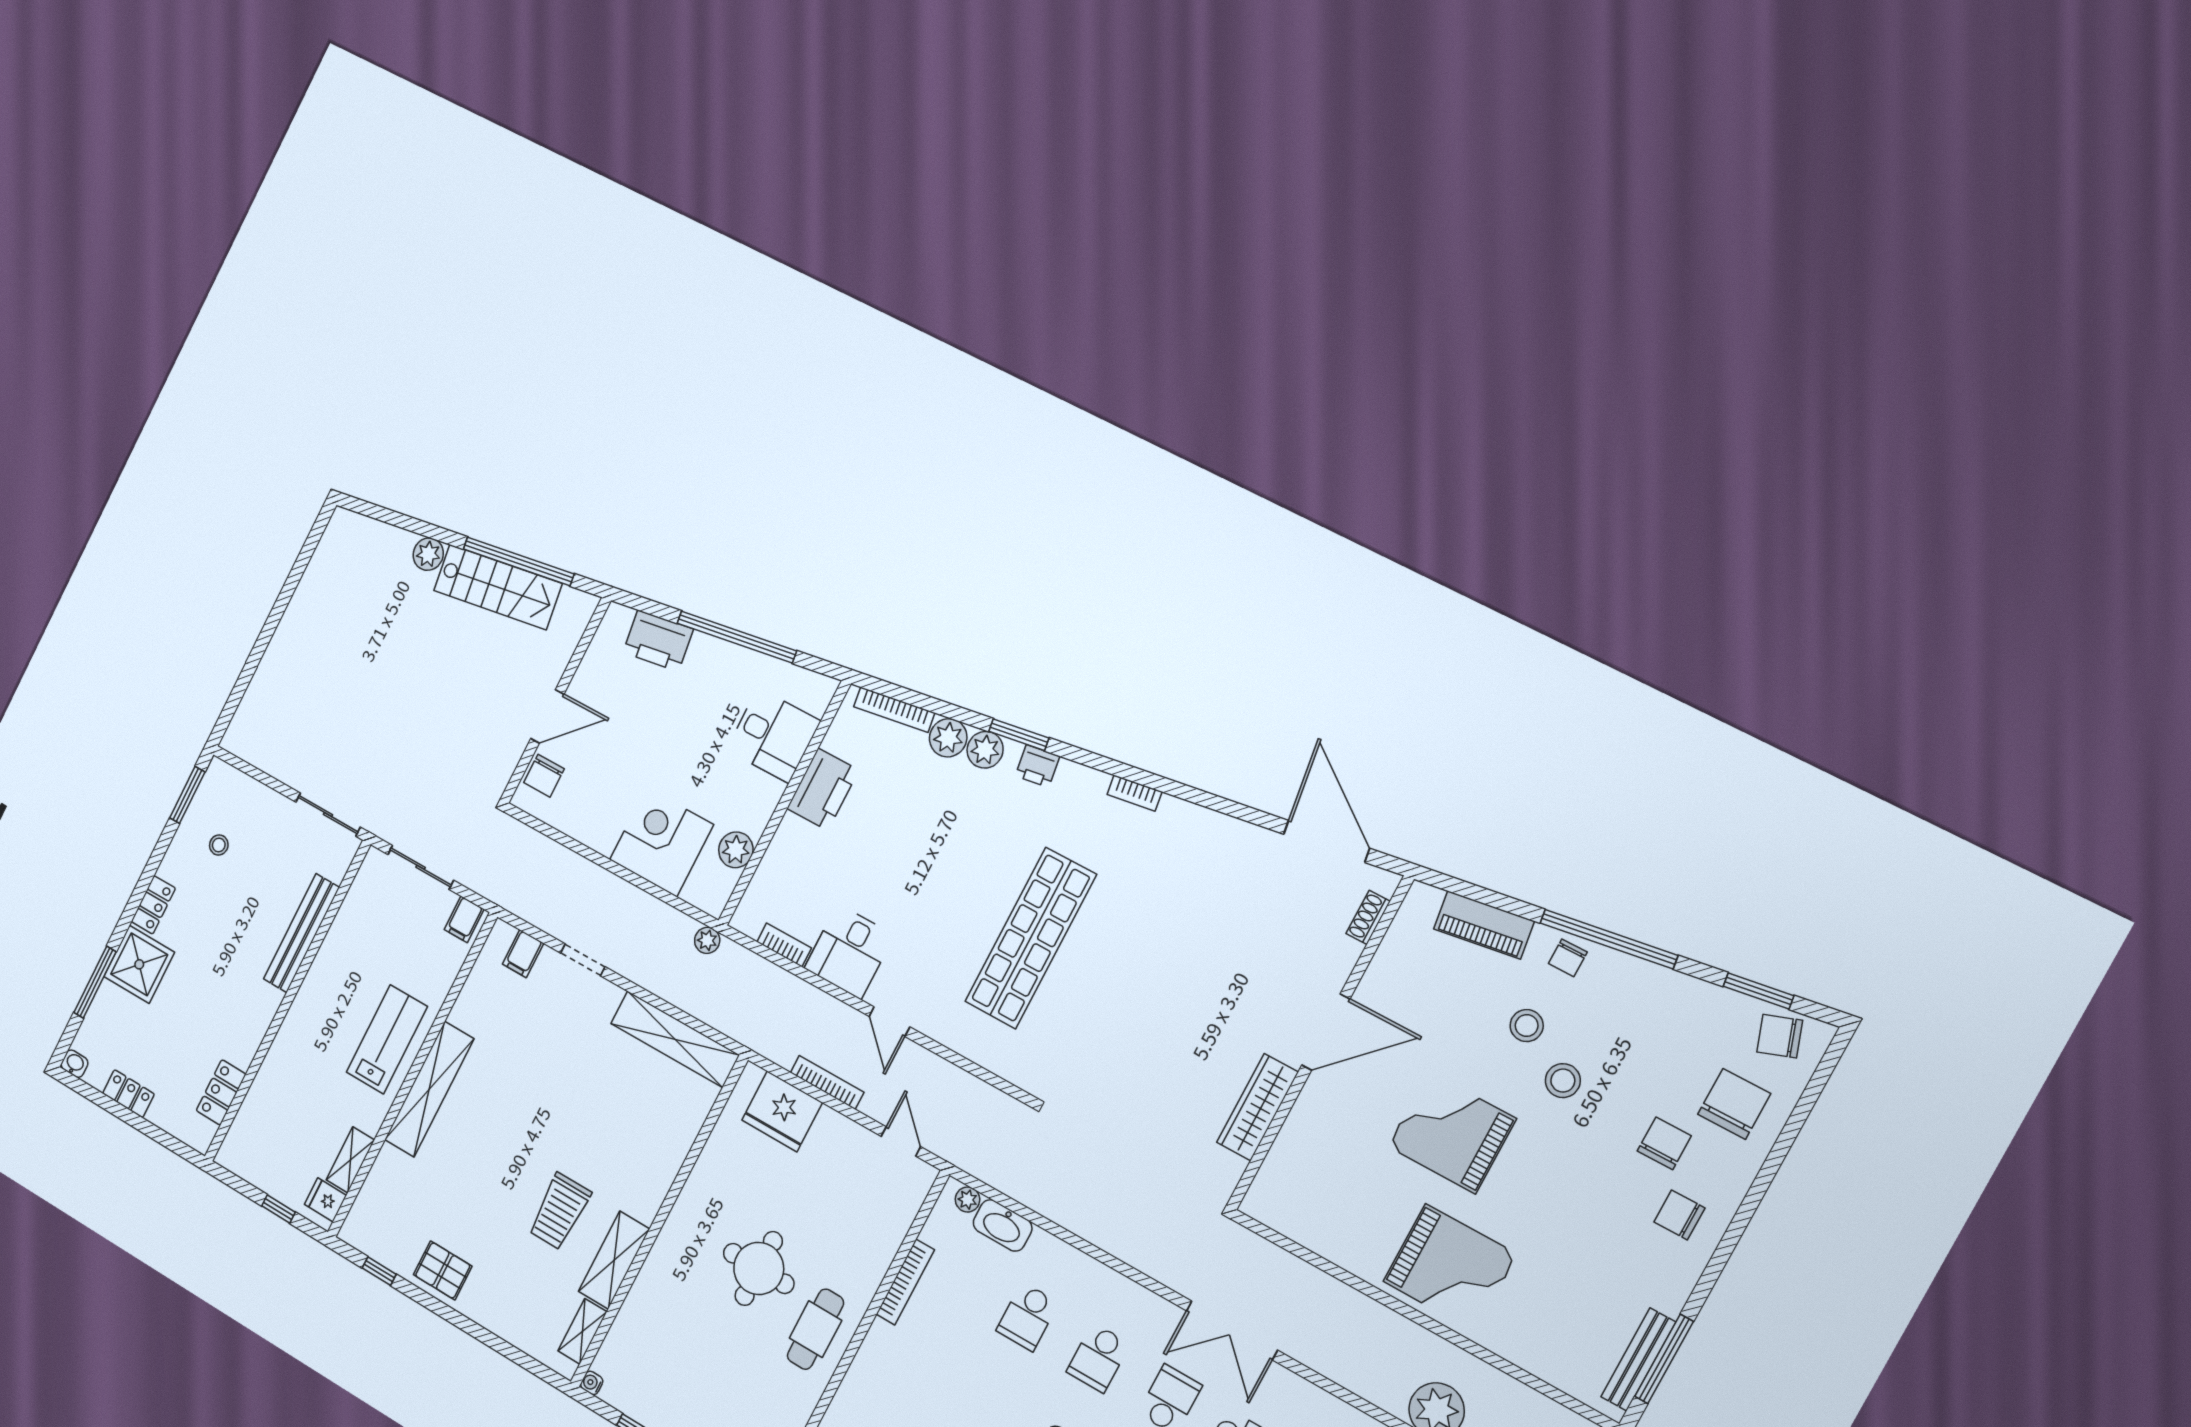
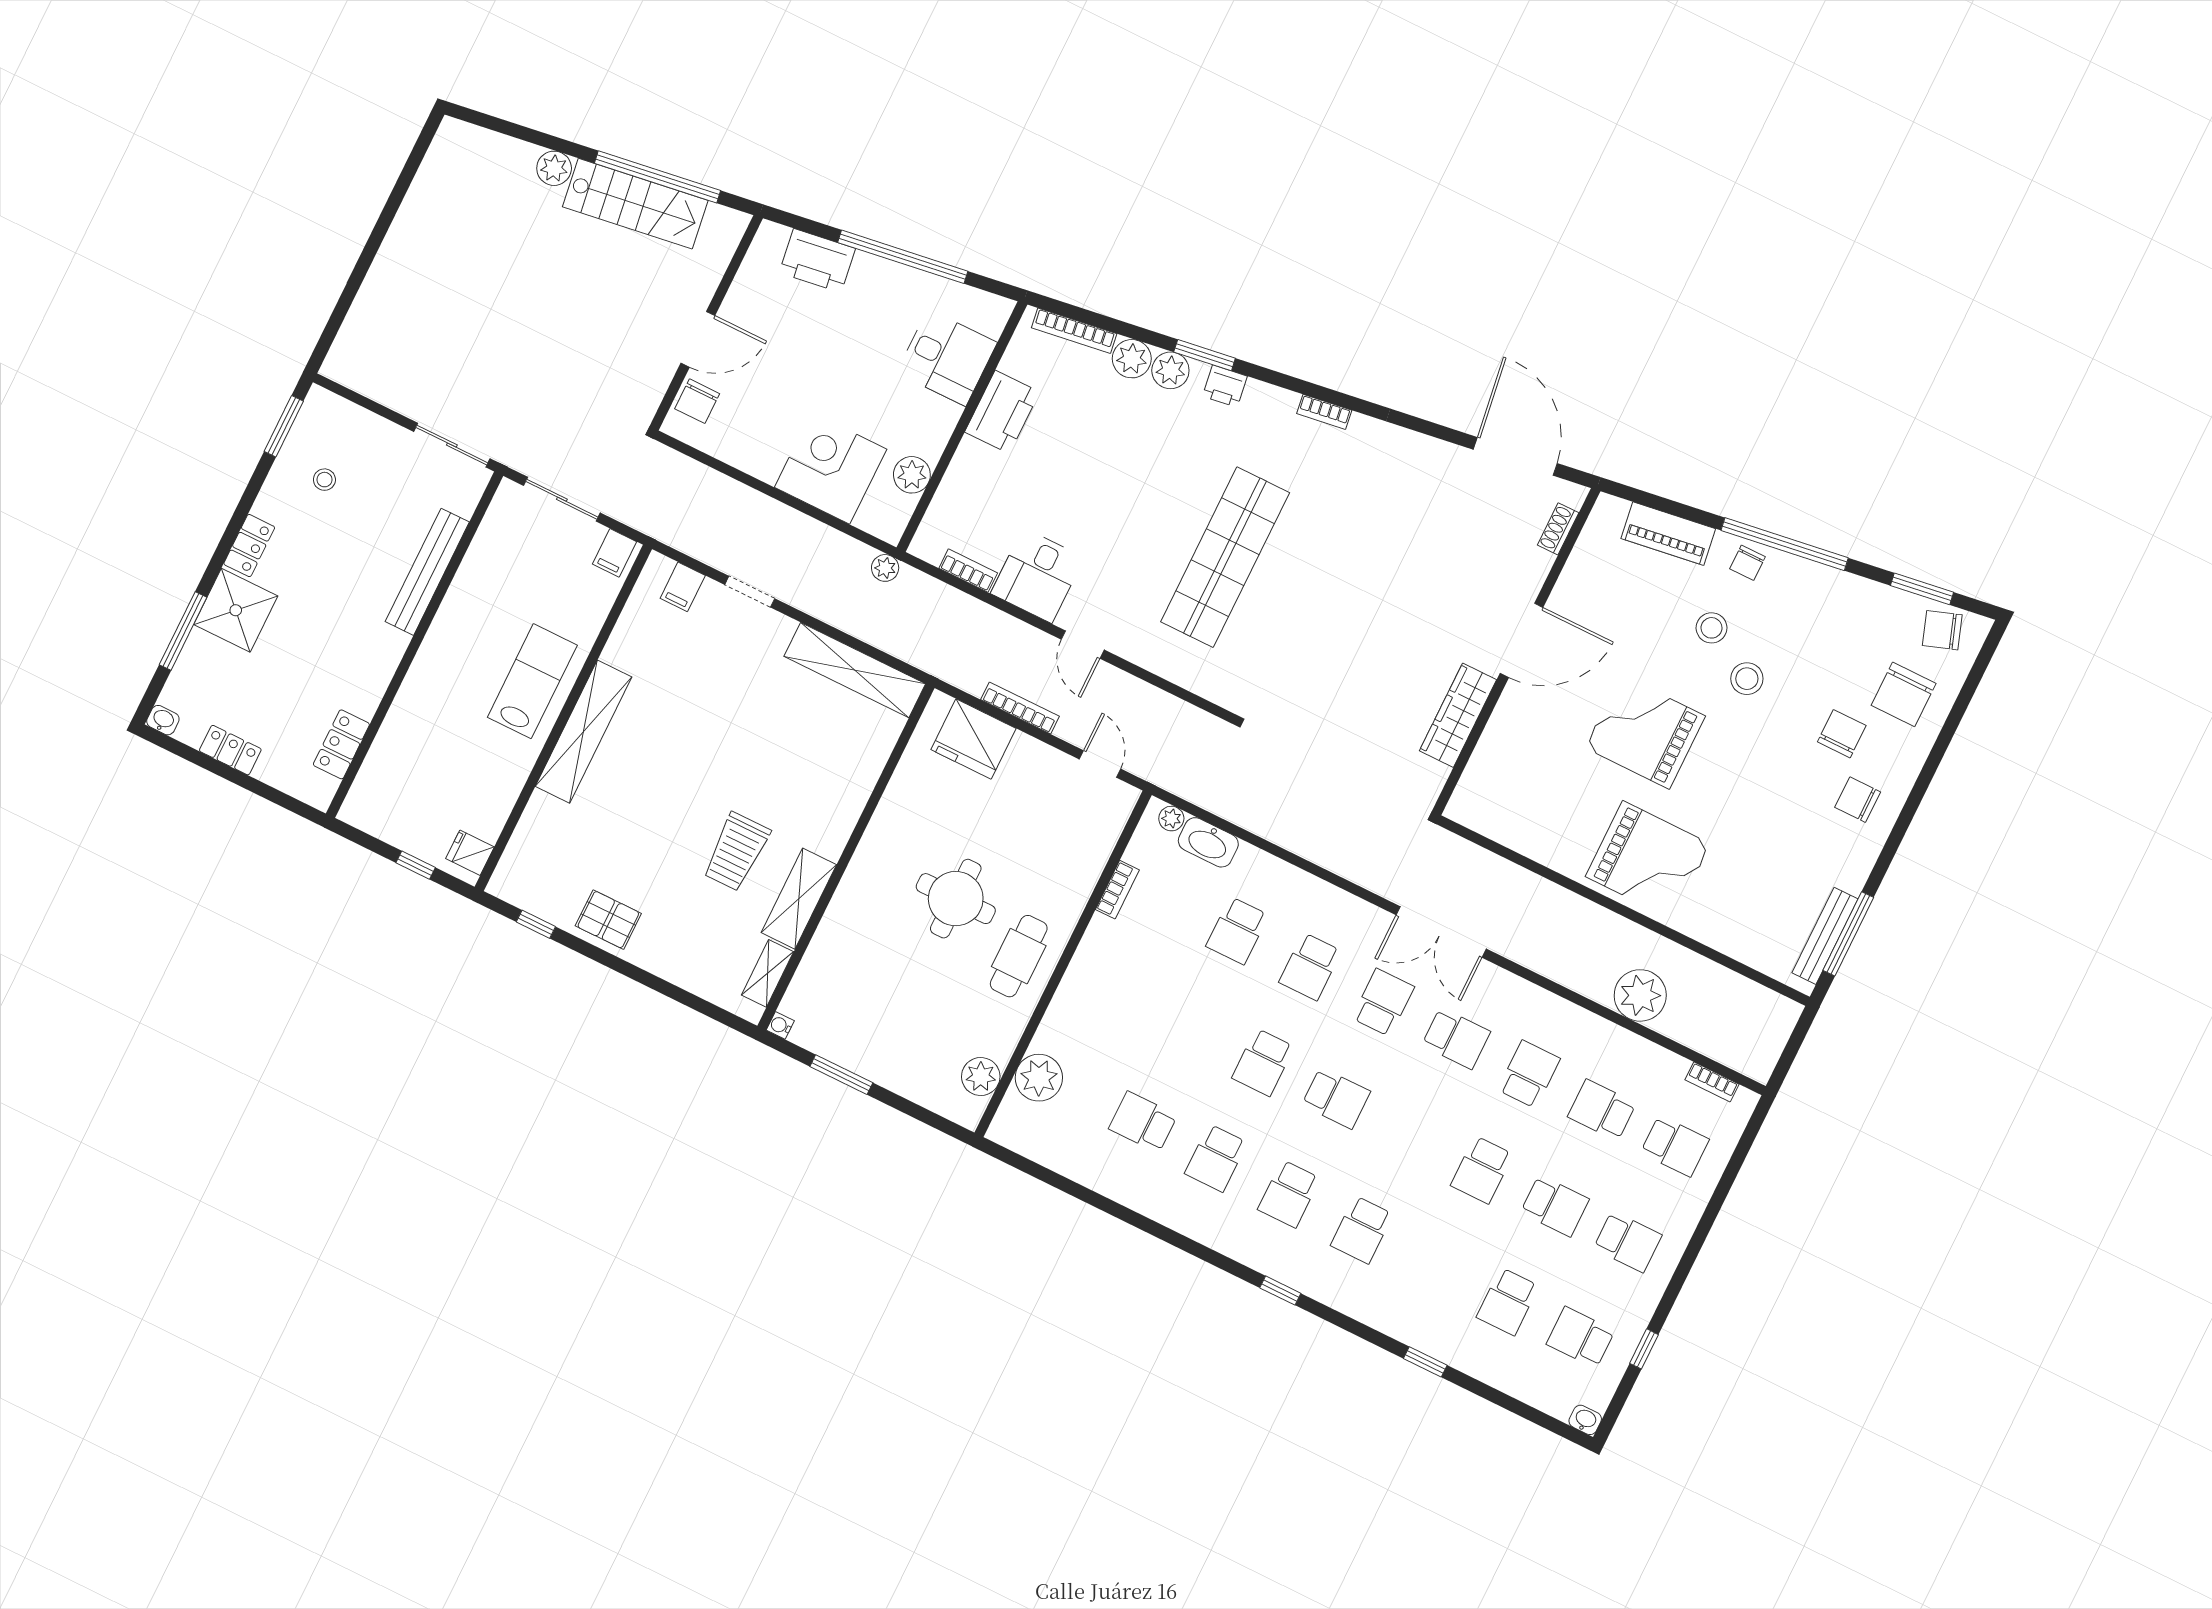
chair: (1734, 1104) -> (1904, 694), turned 180
shelving: (350, 1160) -> (497, 809), removed
bookcase: (905, 1282) -> (1117, 890), width x0.64

